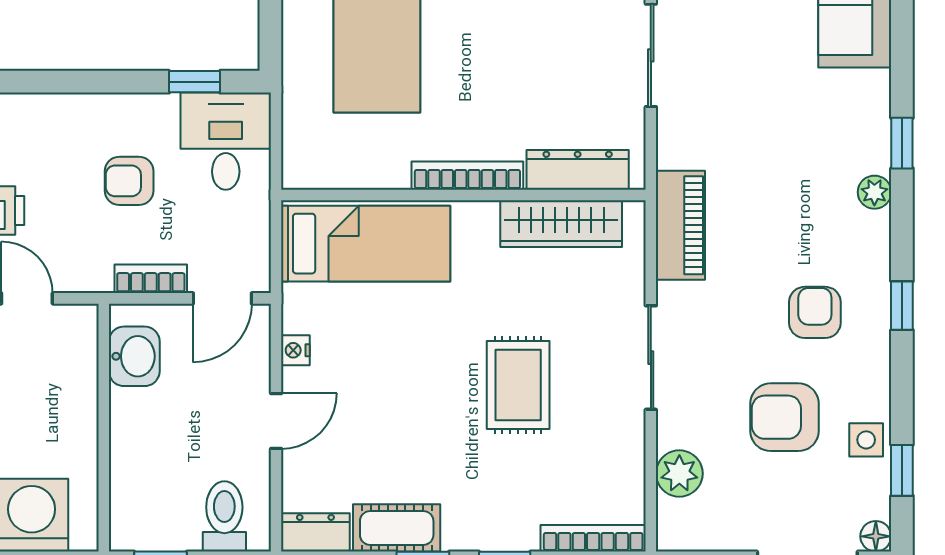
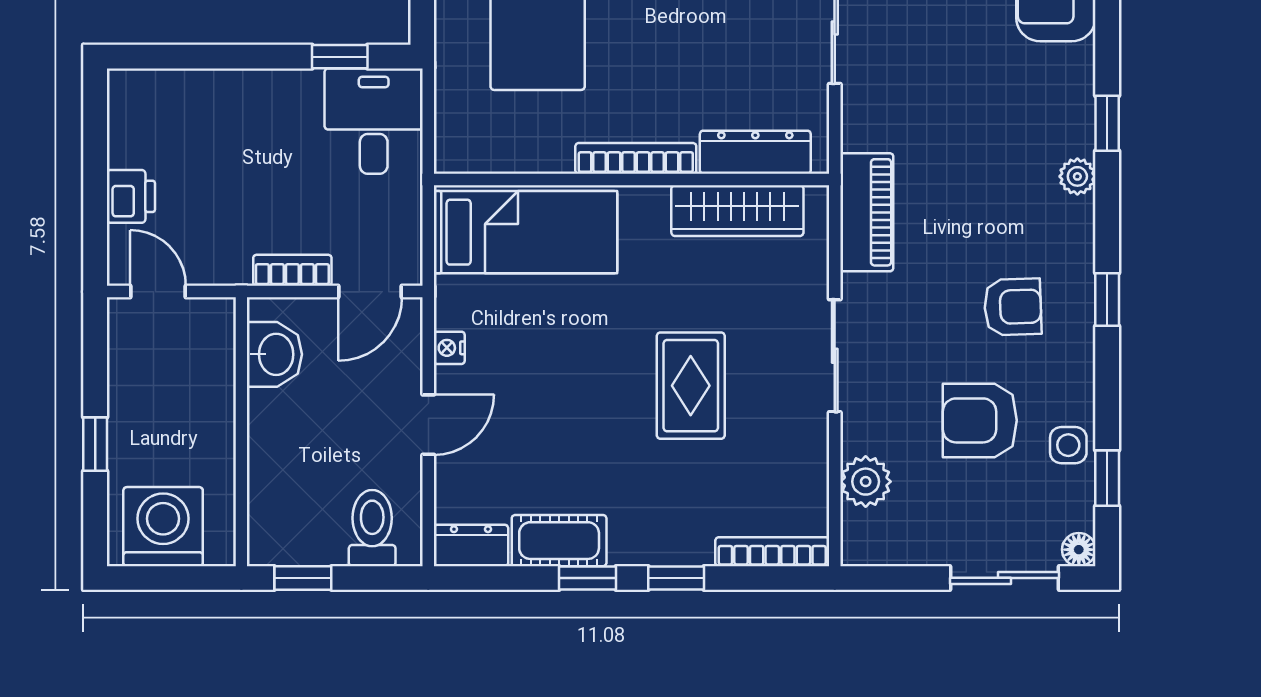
armchair: (129, 181) -> (269, 164), removed
armchair: (815, 312) -> (1013, 307), turned 88

